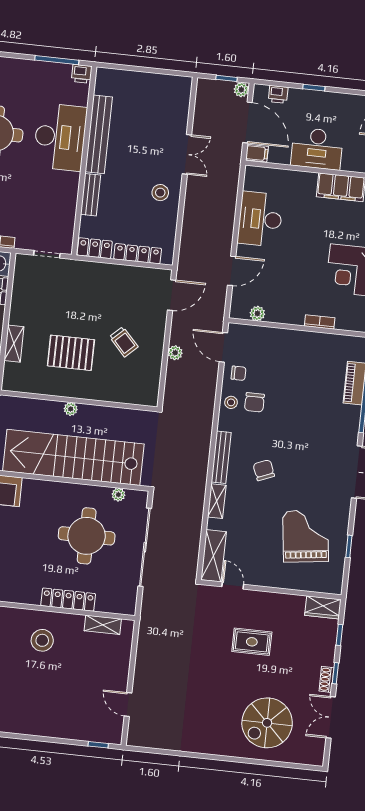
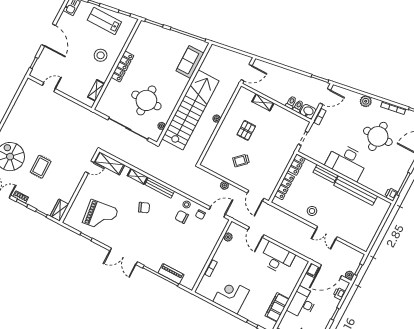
desk: (60, 137) -> (347, 162), moved
pallet: (71, 353) -> (246, 130), width x0.67, depth x0.71
locker: (68, 600) -> (122, 66), moved
rug: (252, 642) -> (41, 167), moved
door: (43, 739) -> (48, 35), added

